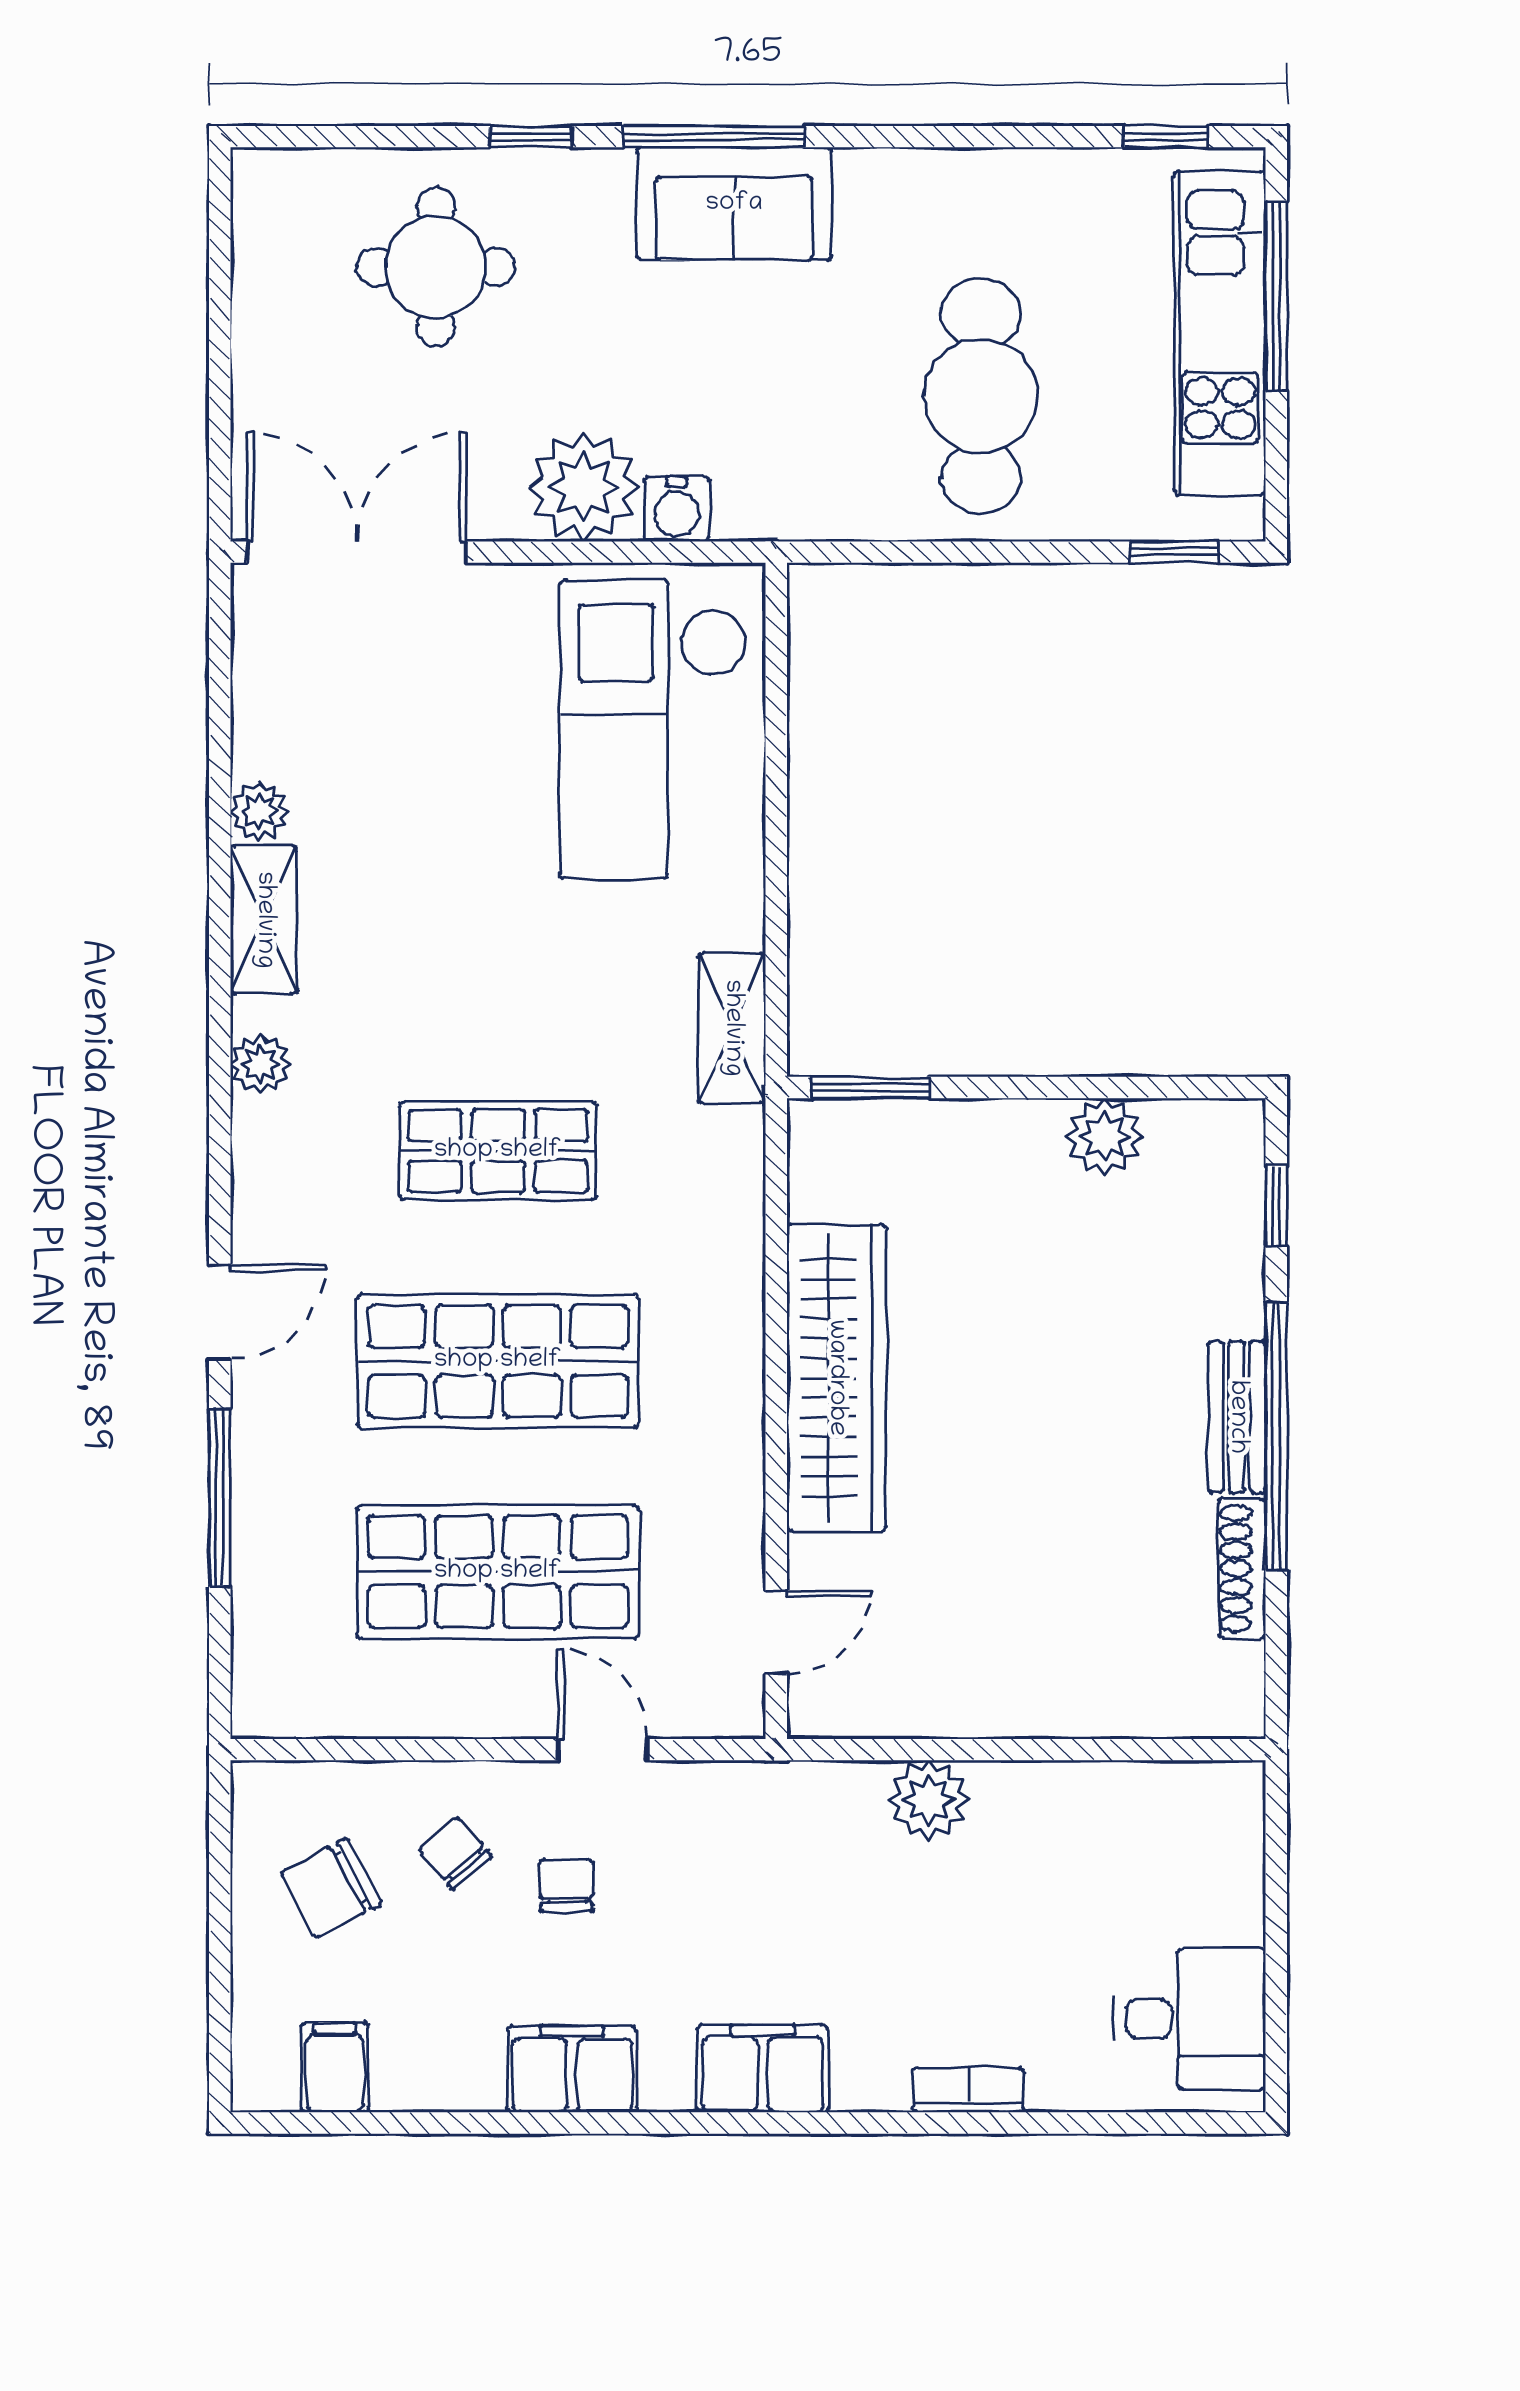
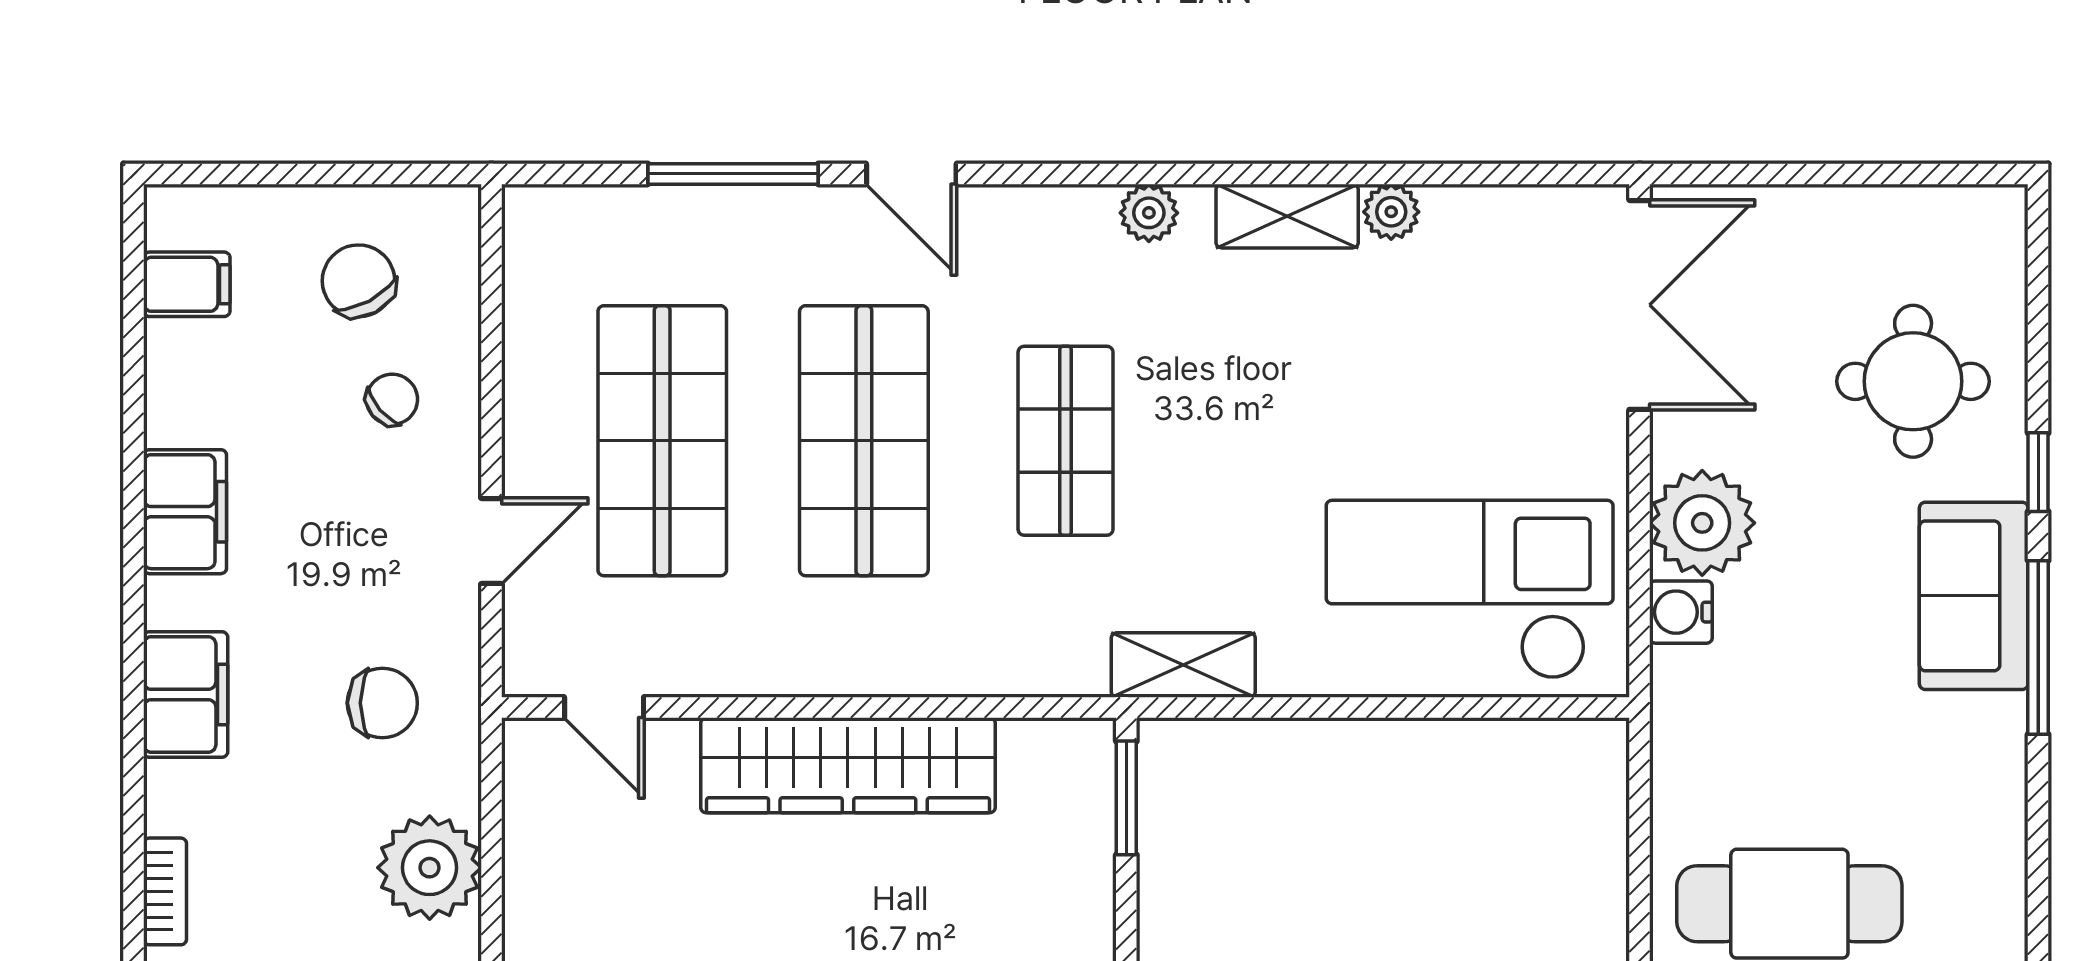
sofa: (734, 204) -> (1974, 596), moved
plant: (929, 1800) -> (430, 868), width x1.36, depth x1.36
chair: (566, 1885) -> (382, 703), moved, width x1.37, depth x1.37

